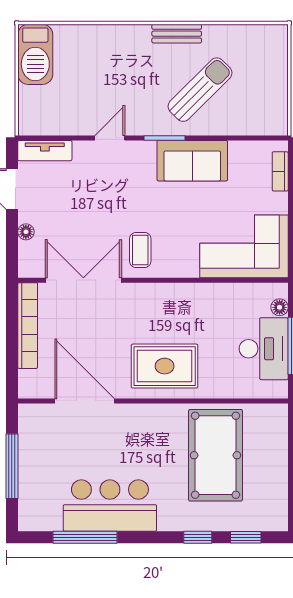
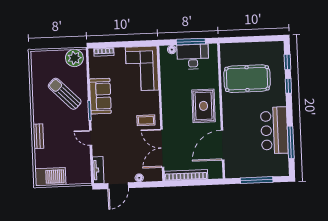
bench: (177, 34) -> (38, 136), moved
plant: (271, 112) -> (74, 58), added

